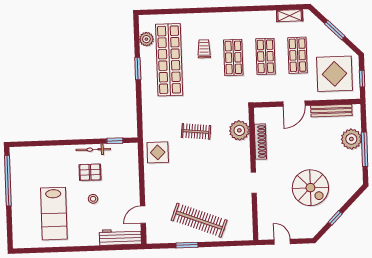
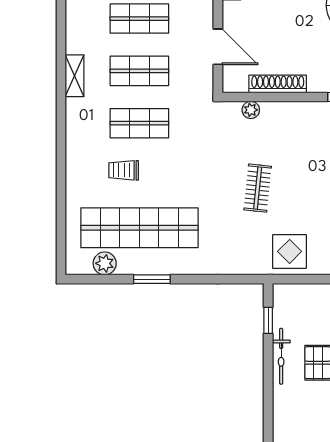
shelving: (290, 16) -> (75, 76), moved
door: (294, 104) -> (218, 47), moved
plant: (239, 130) -> (251, 110), width x0.53, depth x0.53

